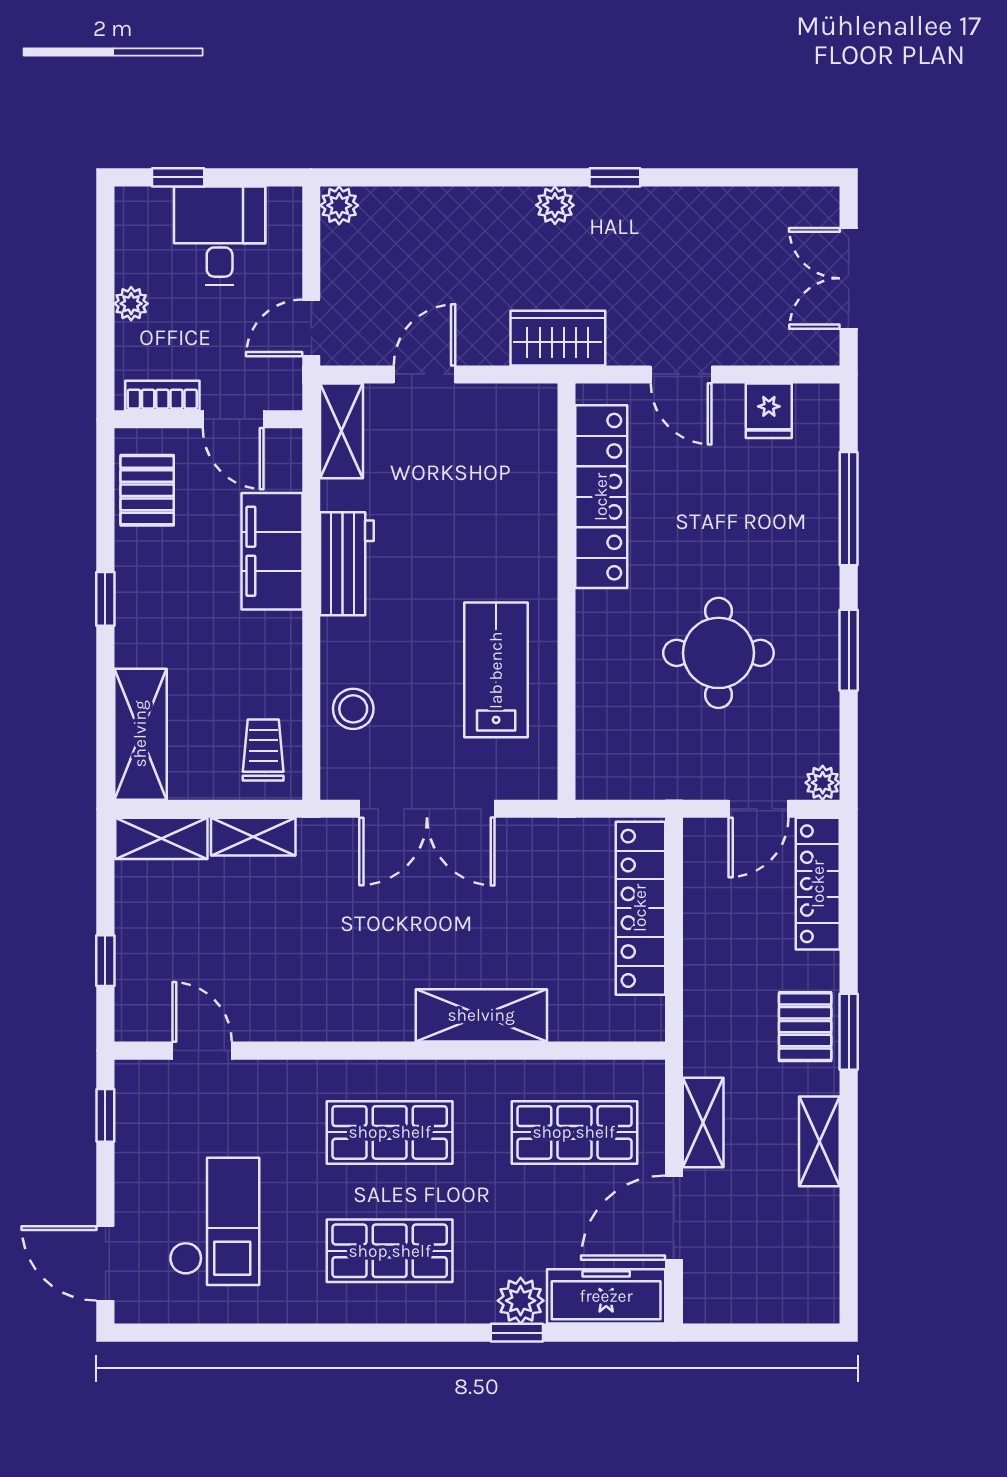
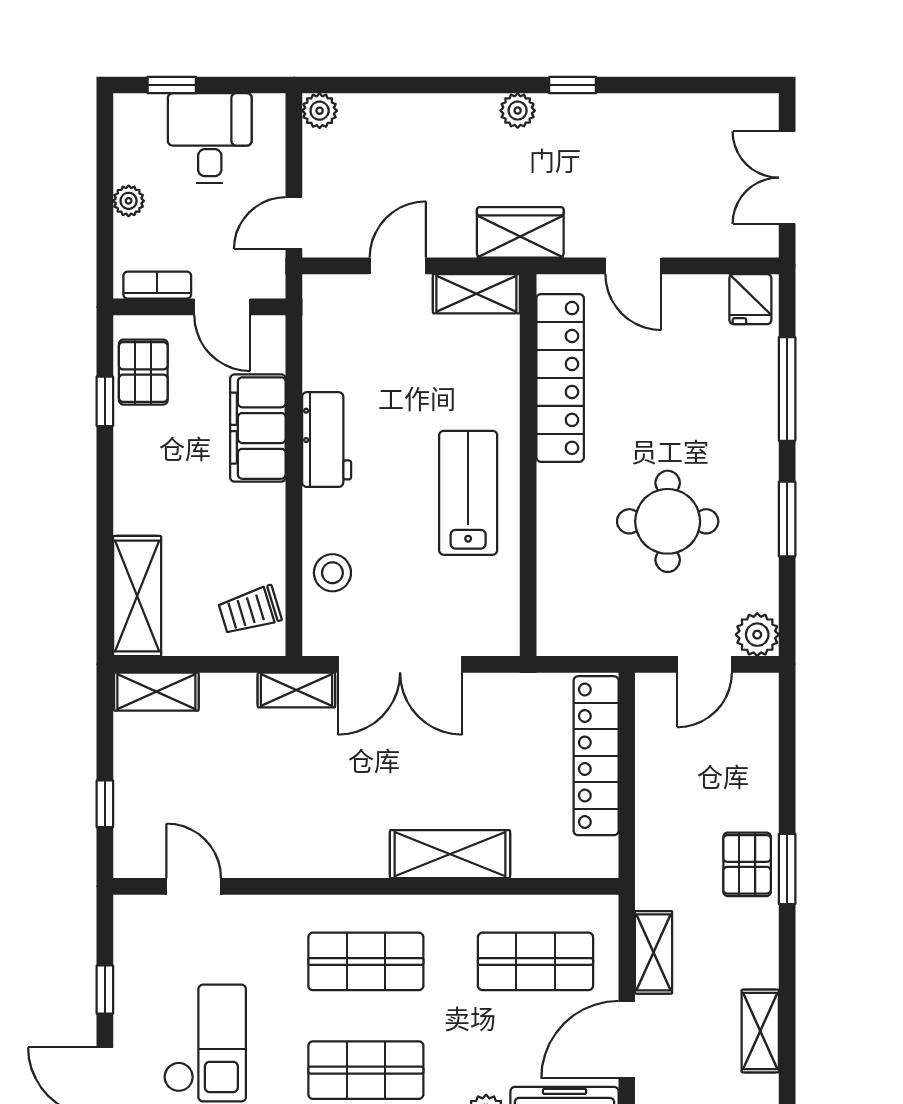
fridge: (769, 411) -> (750, 299), moved
shelving: (342, 431) -> (476, 294), moved, turned 90
window: (105, 599) -> (105, 401), moved
lab bench: (496, 670) -> (468, 493), moved
trolley: (263, 750) -> (250, 610), turned -107
plant: (823, 783) -> (757, 635), width x1.38, depth x1.38
shelving: (253, 837) -> (296, 690), moved
locker: (818, 884) -> (759, 733), removed
window: (105, 1115) -> (105, 990), moved
shelving: (819, 1141) -> (760, 1031), moved

